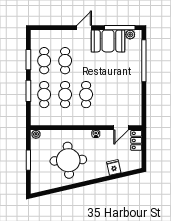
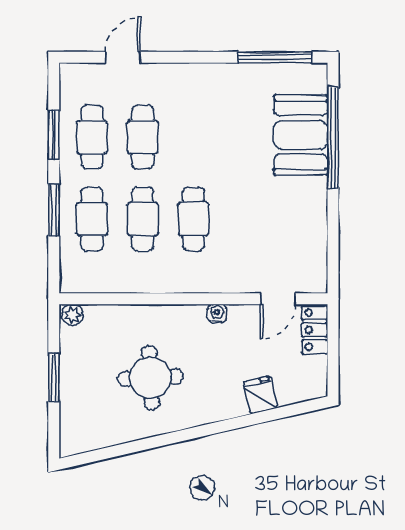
door: (84, 28) -> (123, 57), moved
plant: (130, 35) -> (300, 74), removed
booth: (108, 41) -> (301, 135), moved, turned 90
round table: (68, 160) -> (151, 378), width x0.73, depth x0.73

